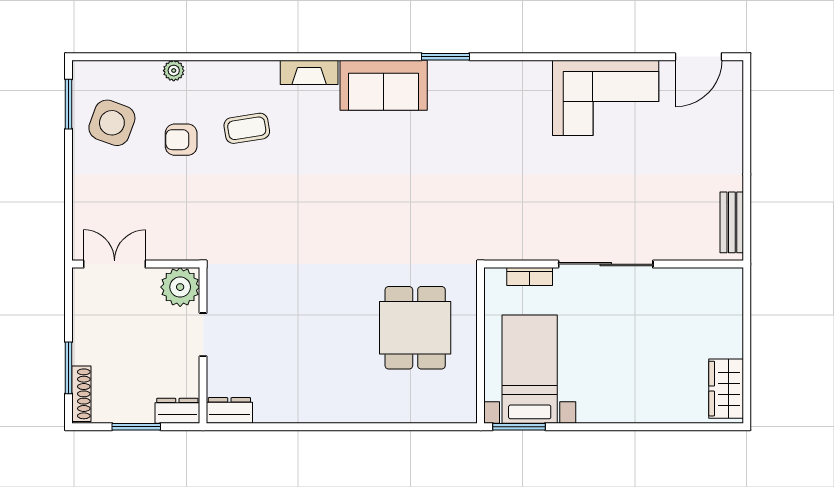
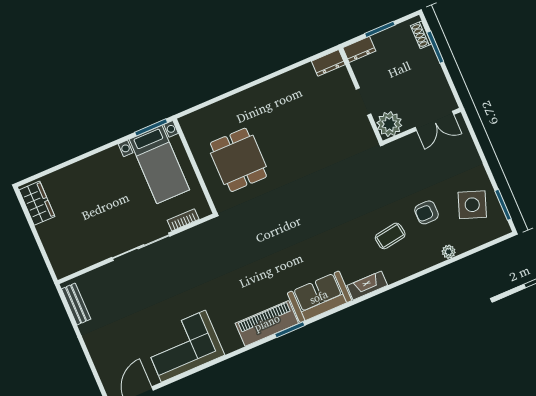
piano: (474, 79) -> (267, 323), added
armchair: (181, 140) -> (426, 212), turned 180
shoe rack: (81, 394) -> (421, 35), width x0.70

